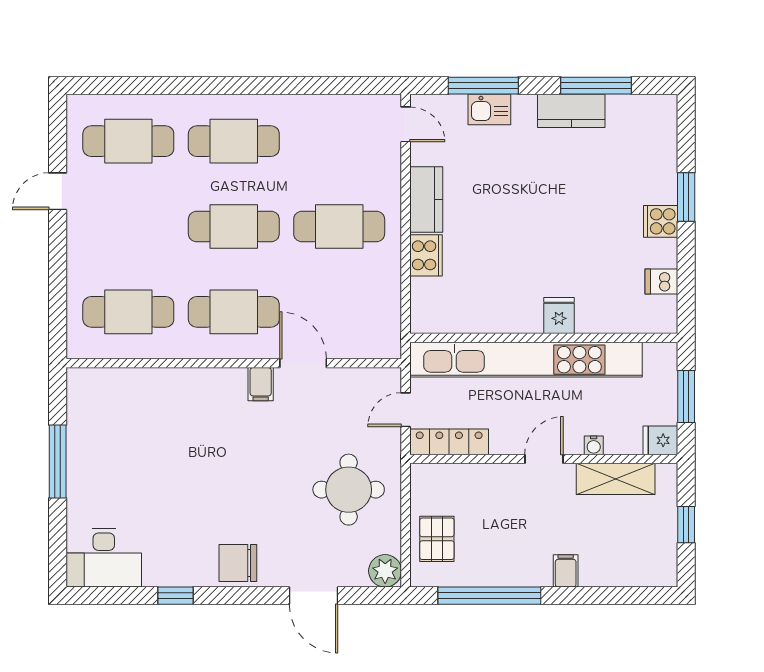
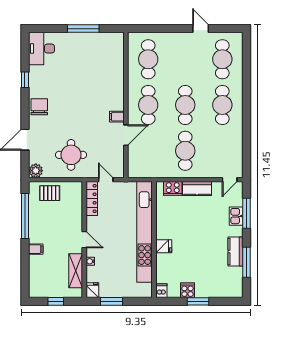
fridge: (559, 315) -> (164, 246), moved
wall: (544, 338) -> (154, 240), moved
kitchen unit: (526, 360) -> (145, 232), moved

